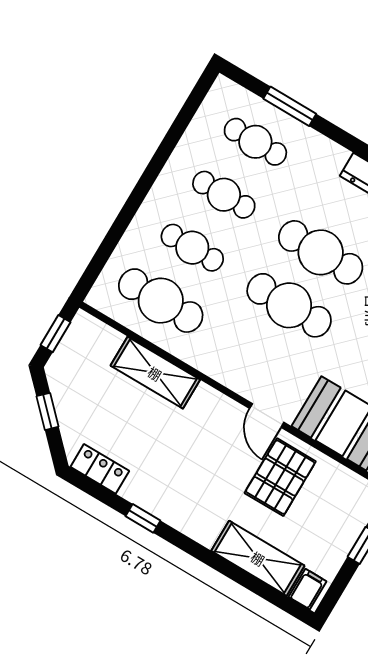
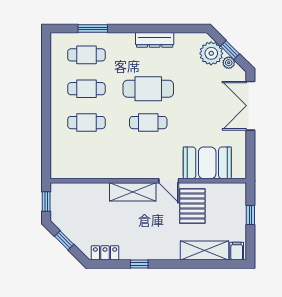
cafe table: (161, 301) -> (86, 156), removed
cafe table: (289, 305) -> (148, 123), width x0.73, depth x0.74
shelving: (155, 373) -> (133, 192), moved

